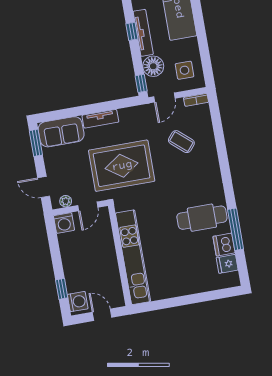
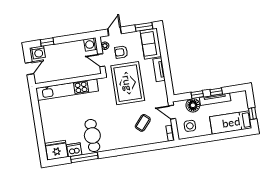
window: (141, 83) -> (197, 95), moved
armchair: (75, 176) -> (121, 52), added
fridge: (227, 264) -> (56, 150), width x1.88, depth x1.34

